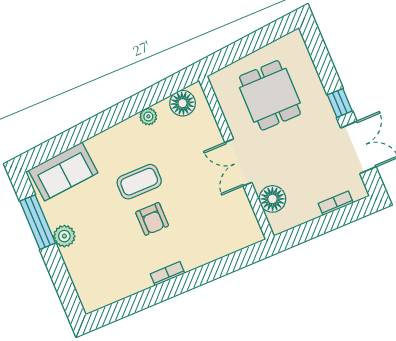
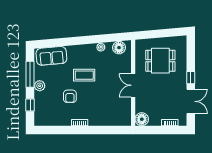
dining table: (270, 95) -> (160, 61), turned 90
floor lamp: (272, 199) -> (142, 119), moved
armchair: (152, 219) -> (70, 96), moved
window: (62, 279) -> (30, 105), added

